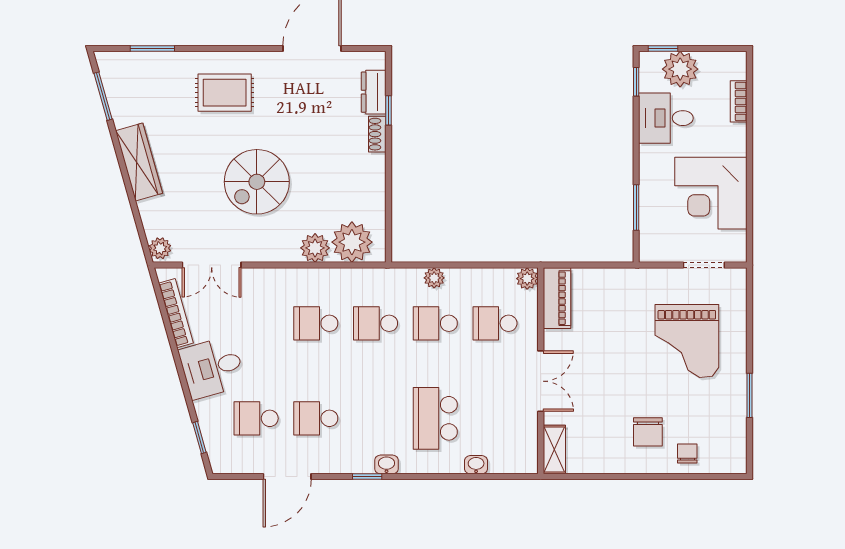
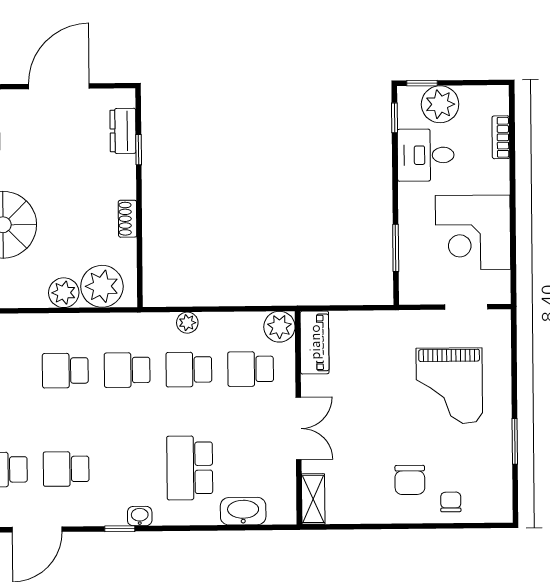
shoe rack: (377, 134) -> (128, 219), moved
plant: (527, 279) -> (279, 327), width x1.38, depth x1.38
washbasin: (476, 465) -> (243, 511), width x1.91, depth x1.45

